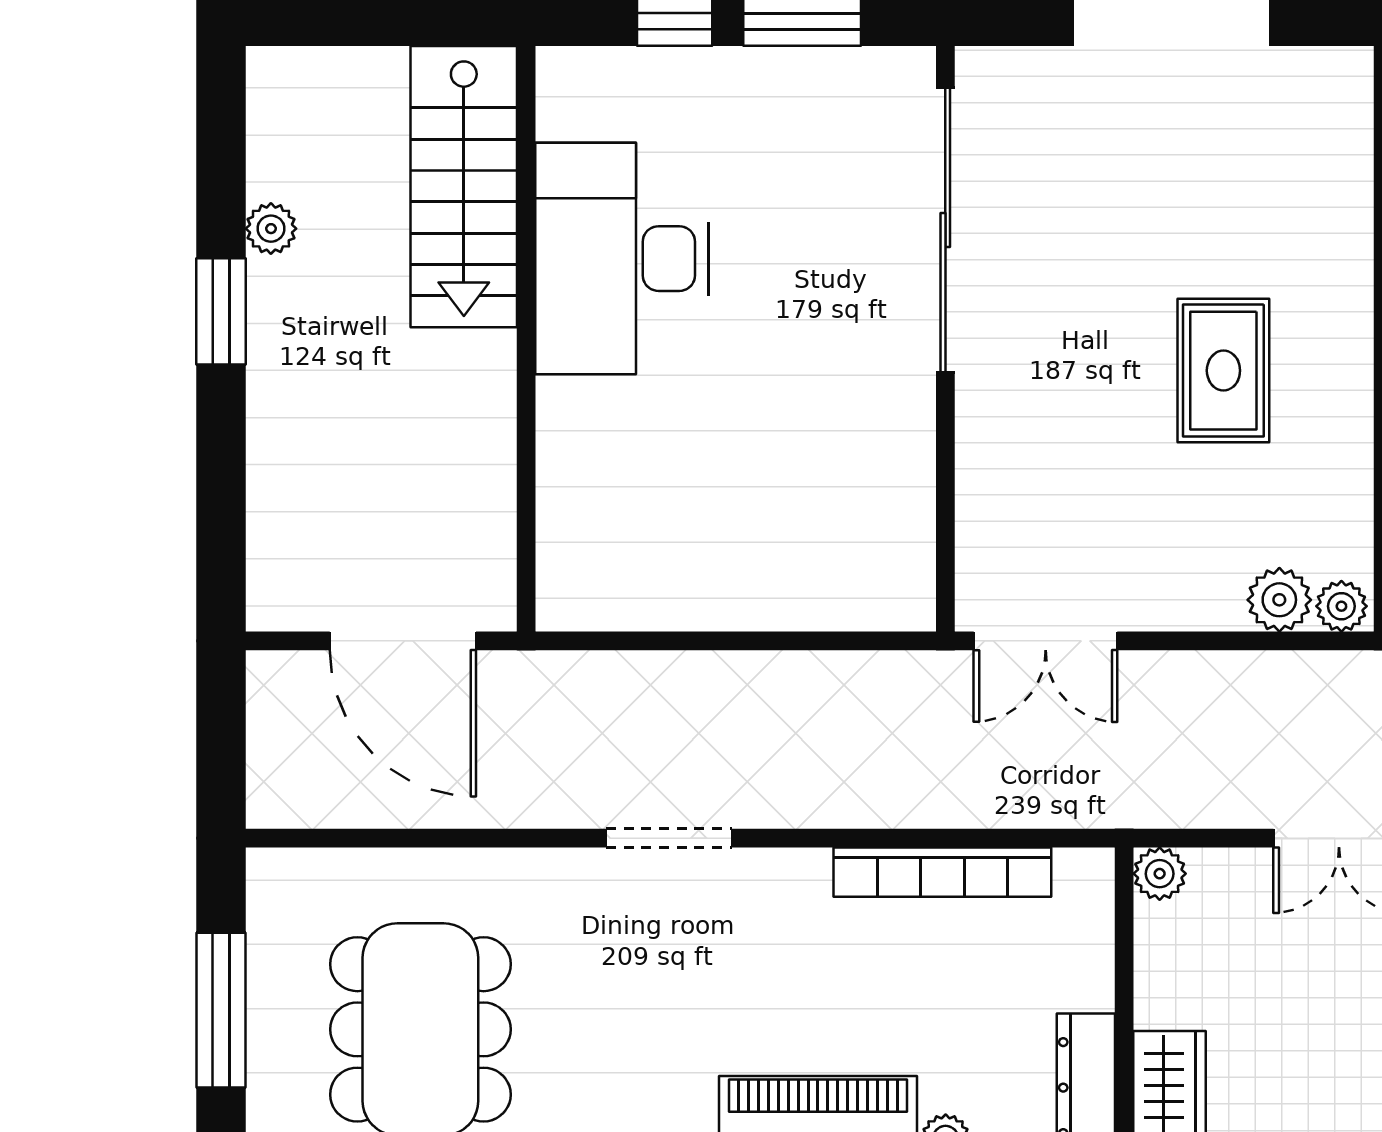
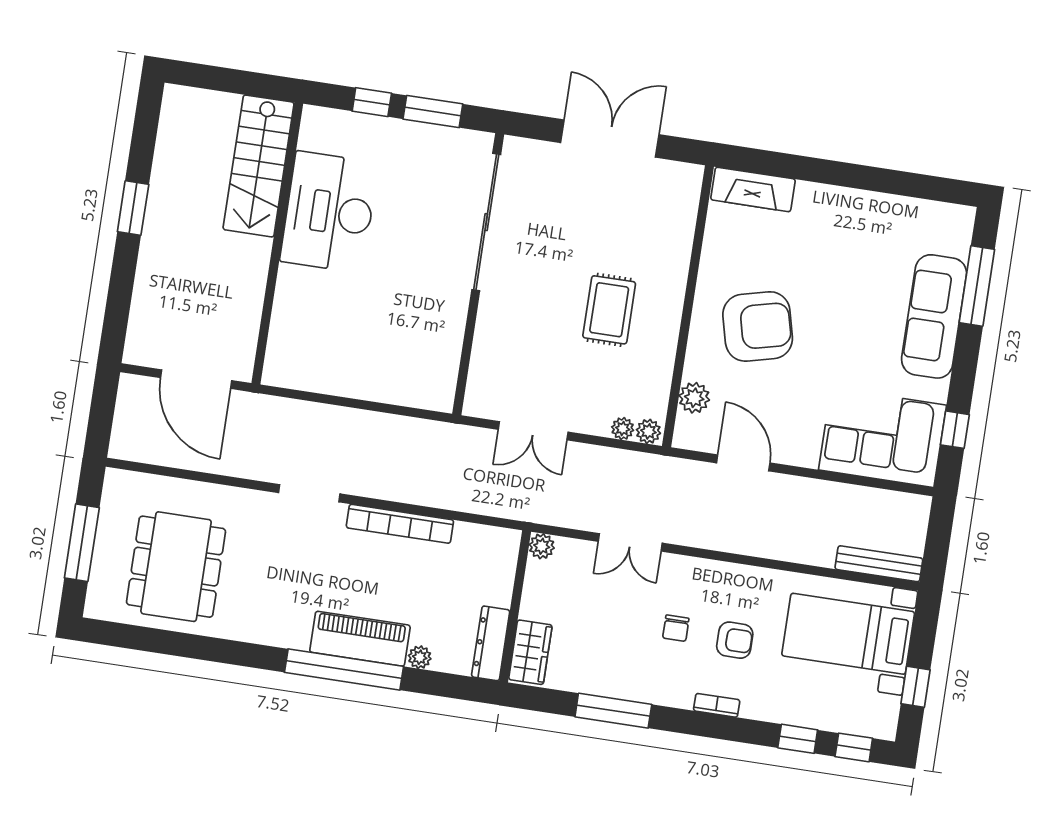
plant: (271, 229) -> (163, 172), removed
plant: (1279, 600) -> (623, 429), width x0.73, depth x0.73
double door: (1046, 641) -> (533, 431), moved
bookcase: (942, 872) -> (400, 524), moved

